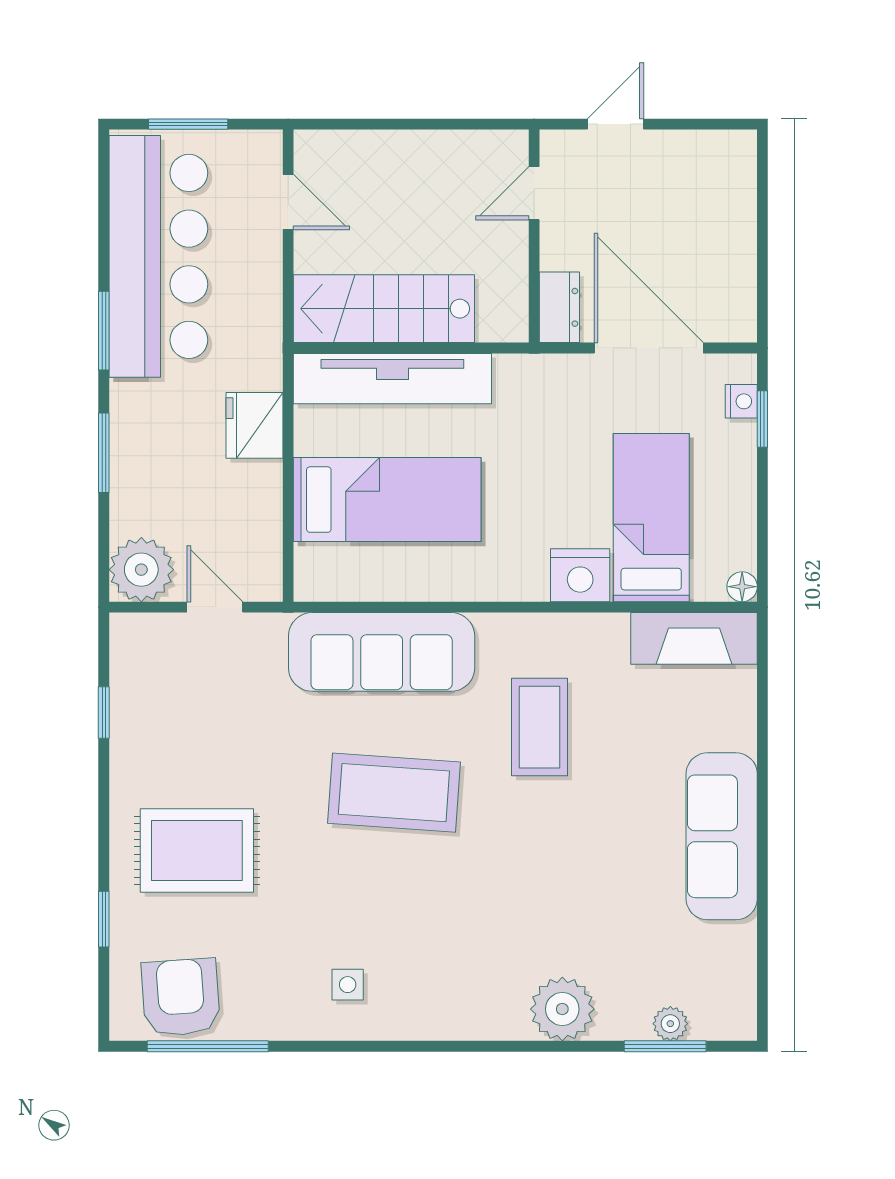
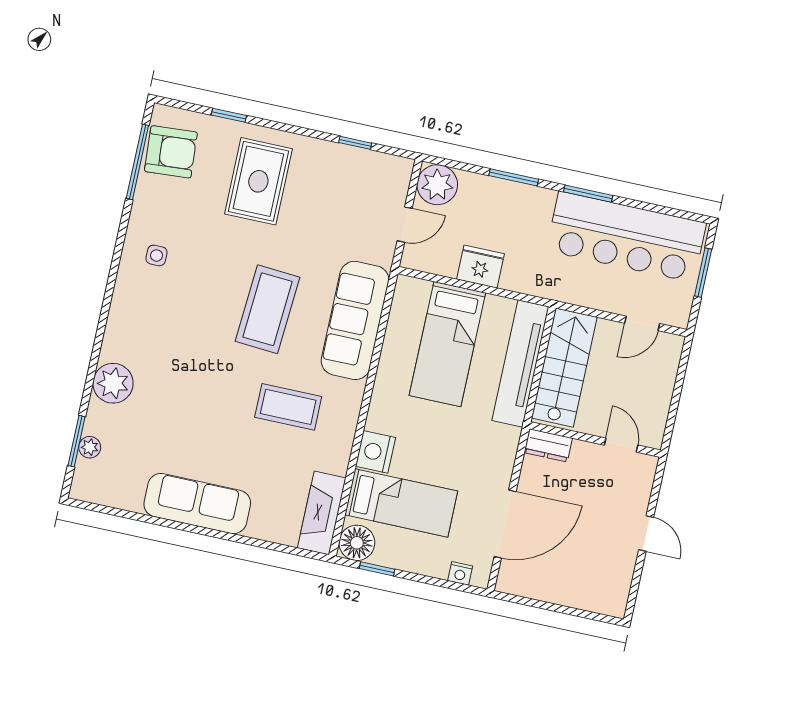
door: (534, 193) -> (621, 445), moved
wall: (534, 236) -> (595, 439), moved
dresser: (559, 307) -> (548, 445), moved
window: (762, 419) -> (377, 569), moved
fridge: (255, 425) -> (480, 267), moved
floor lamp: (742, 587) -> (357, 543), width x1.89, depth x1.89

